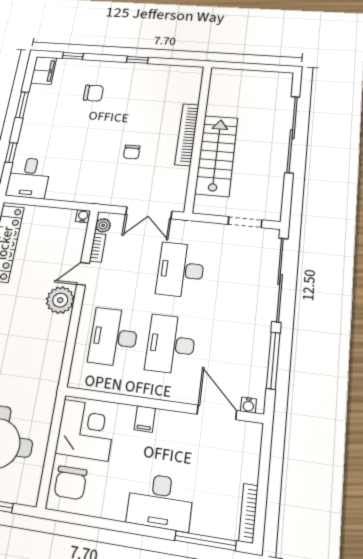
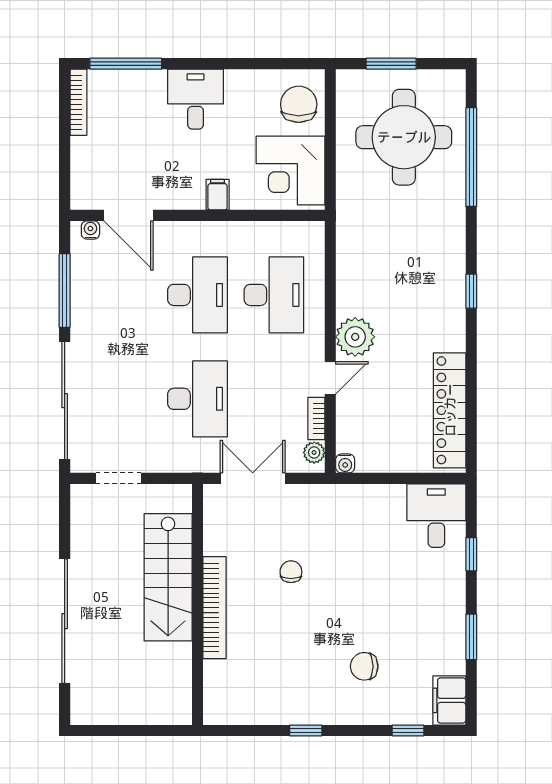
desk: (160, 502) -> (196, 99), width x0.73

